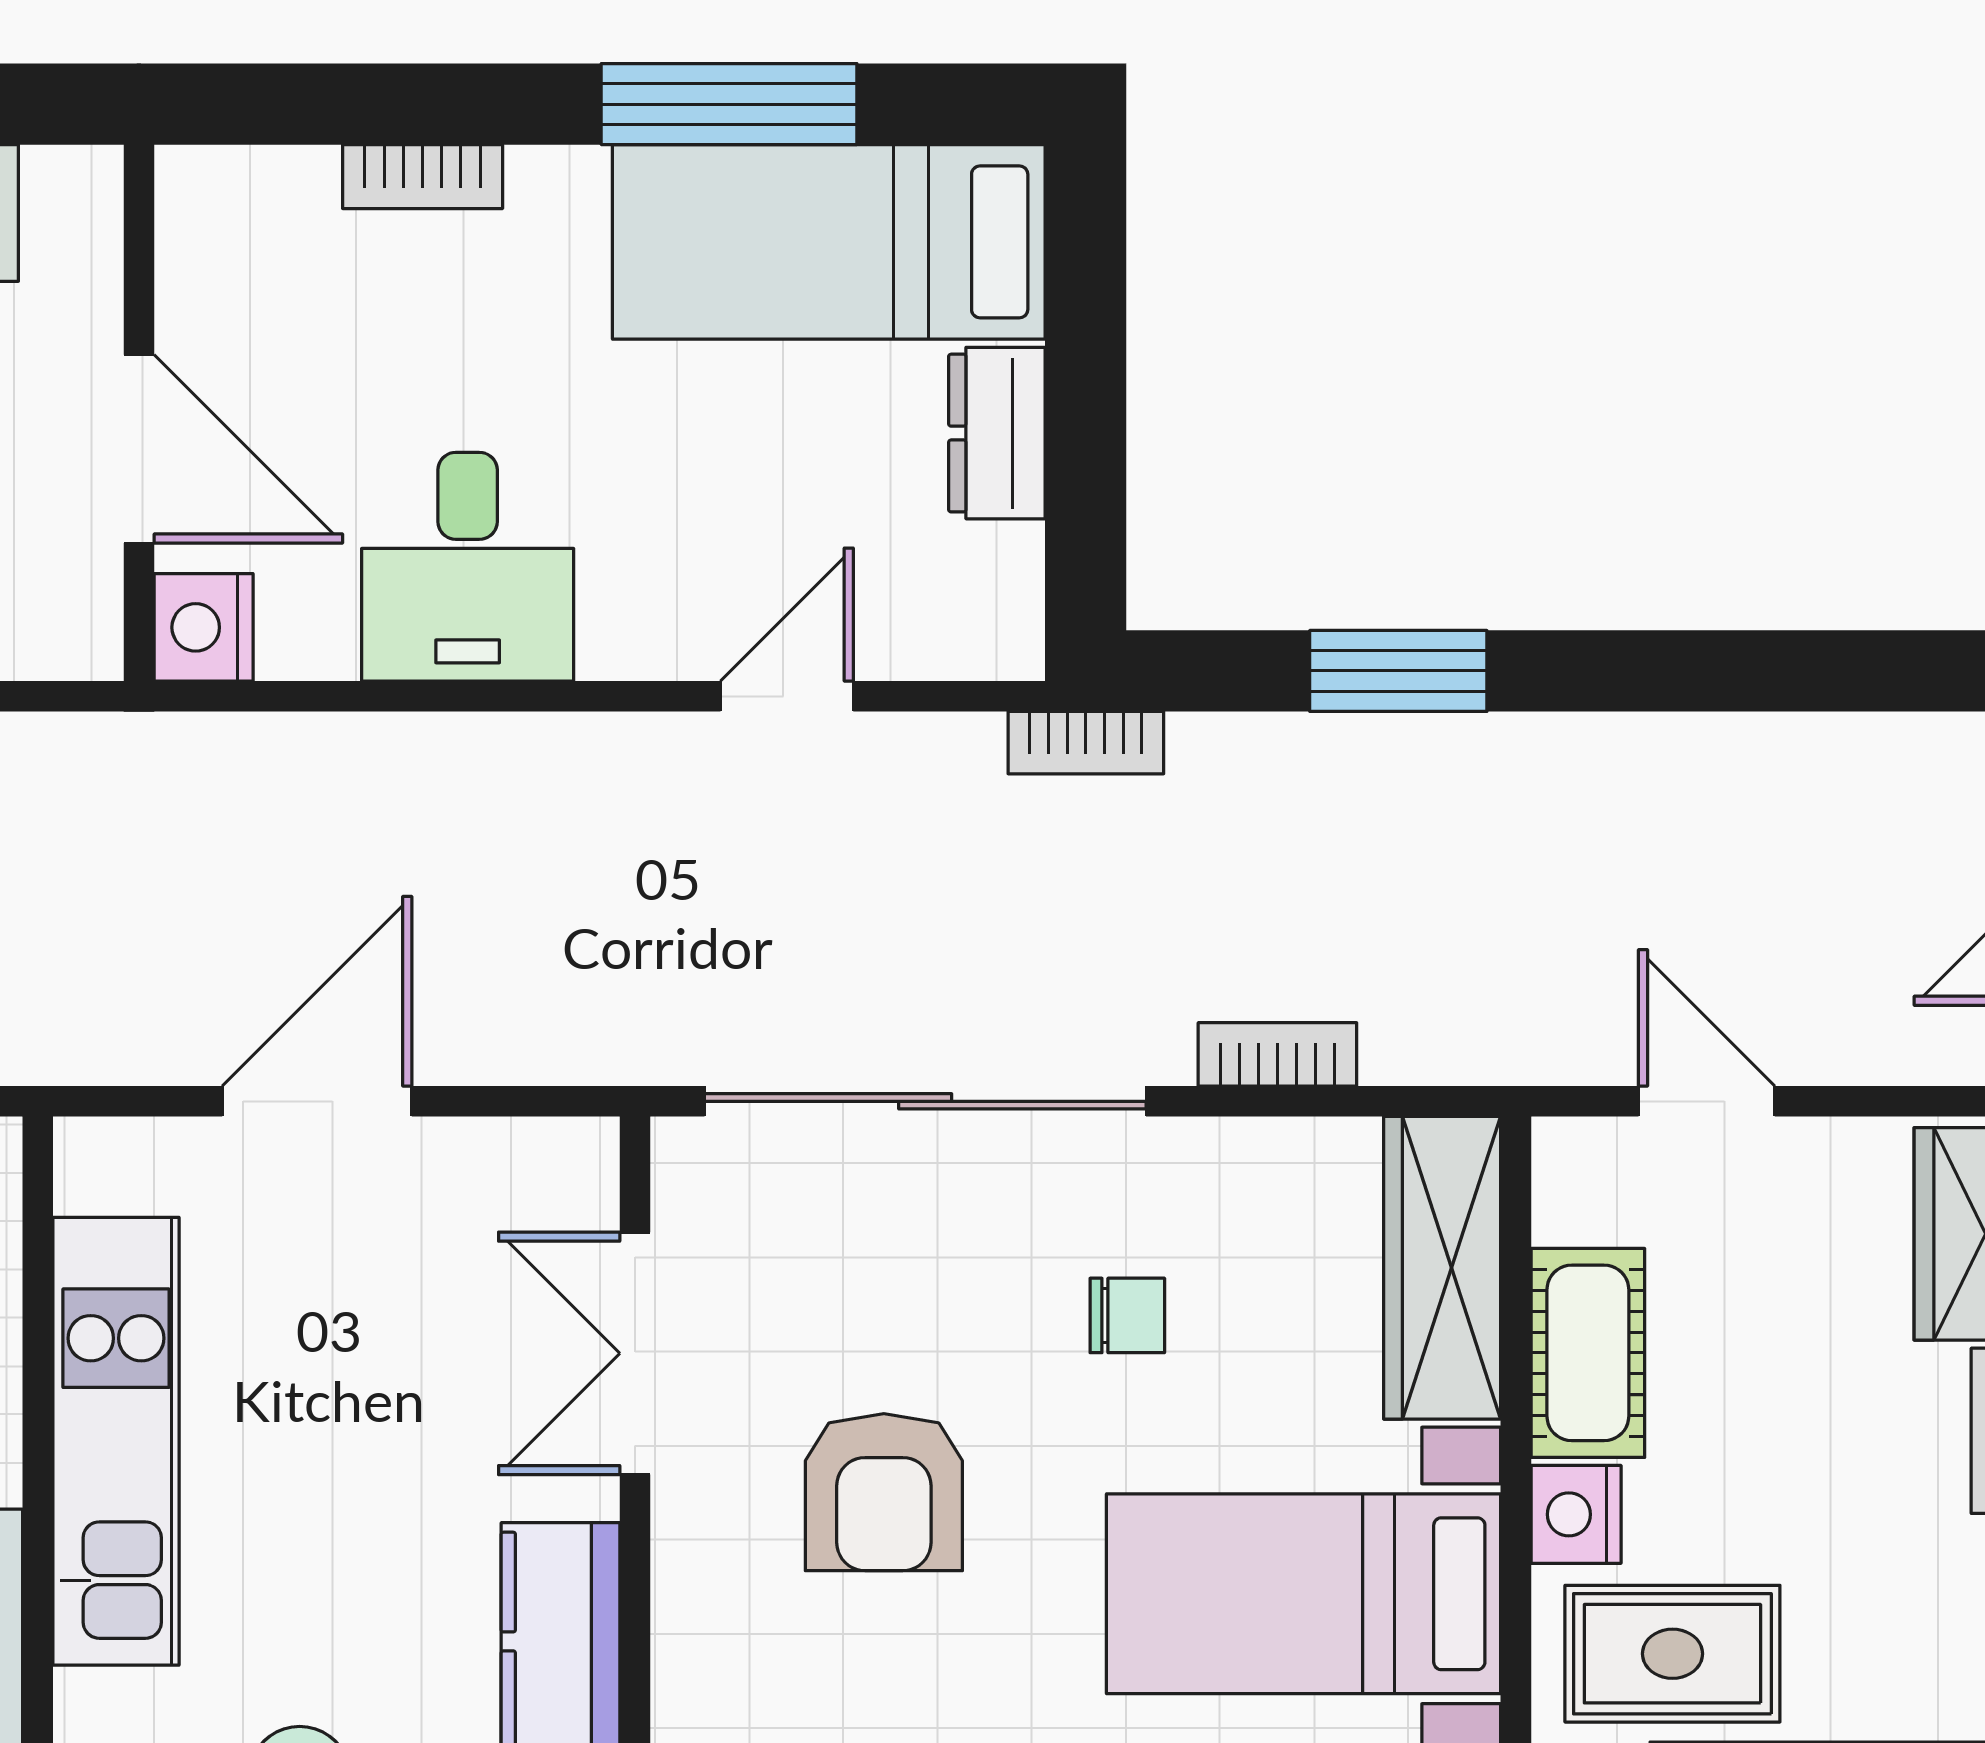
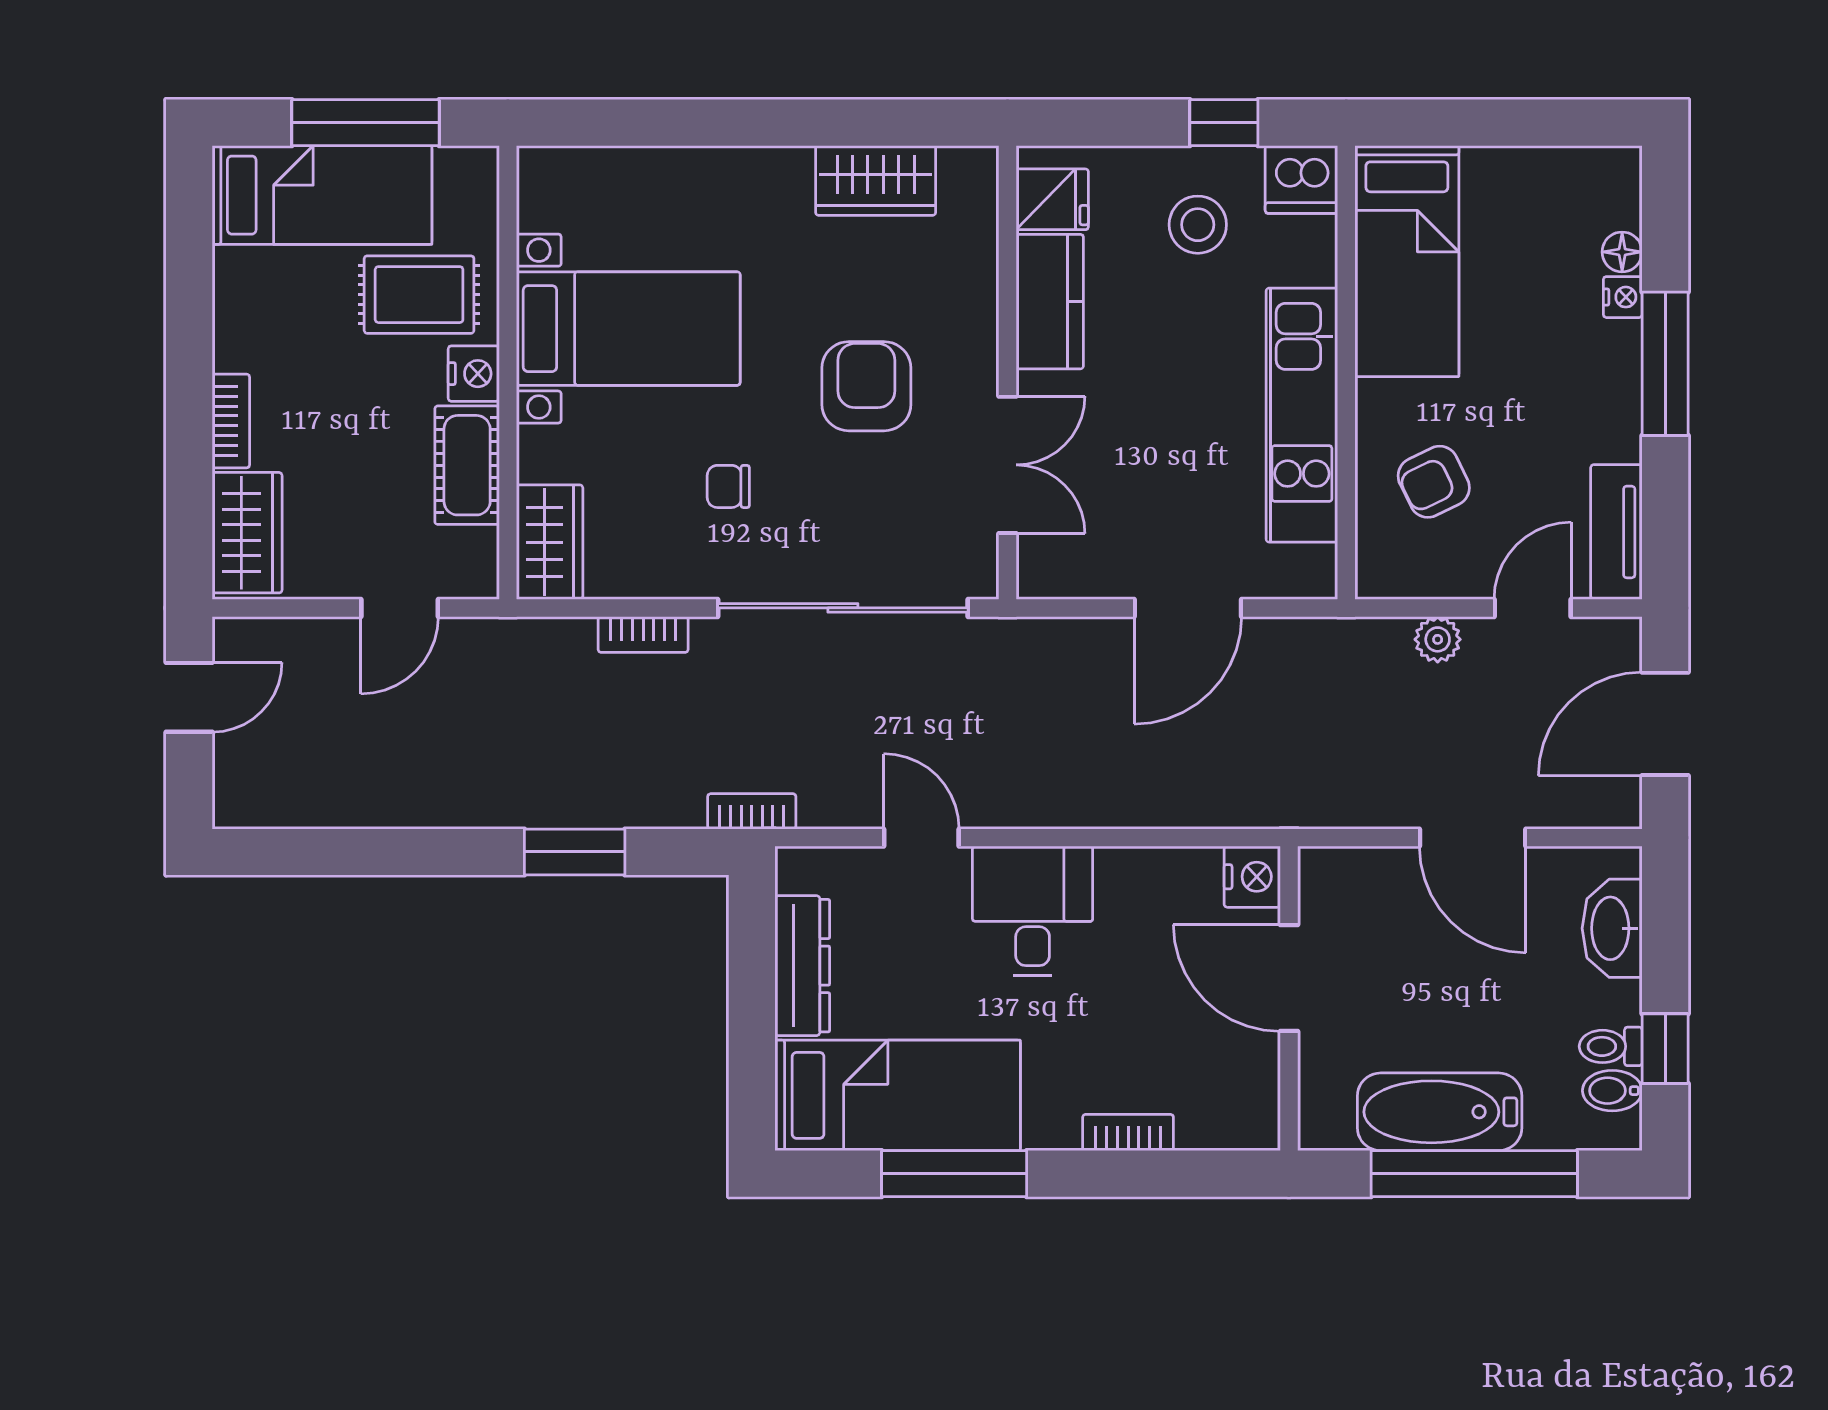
dresser: (997, 433) -> (802, 966), width x1.44
desk: (468, 567) -> (1033, 911), moved
door: (787, 696) -> (921, 838), swing flipped
door: (1707, 1101) -> (400, 608), hinge flipped
wardrobe: (1442, 1268) -> (550, 542), width x0.67

